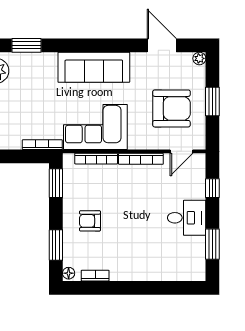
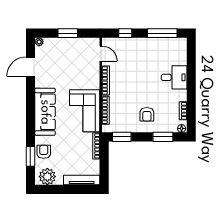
armchair: (171, 108) -> (44, 152), moved, width x0.53, depth x0.53
desk: (187, 218) -> (174, 77), moved, turned 90
window: (212, 244) -> (162, 33), width x1.44

